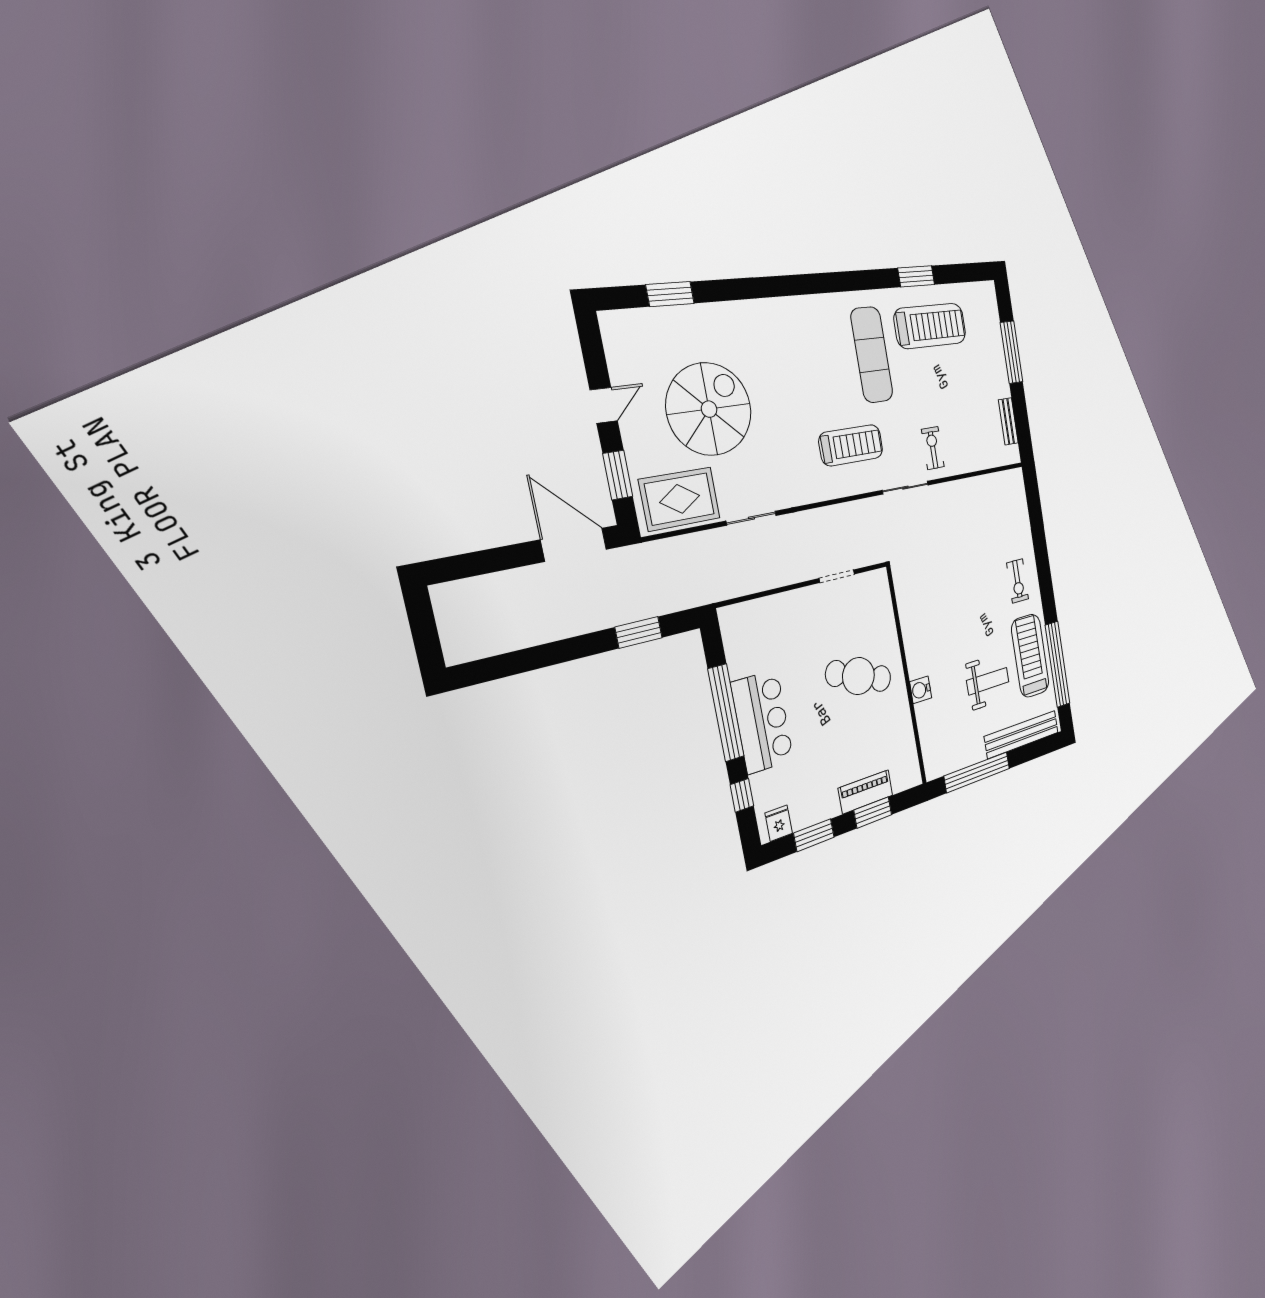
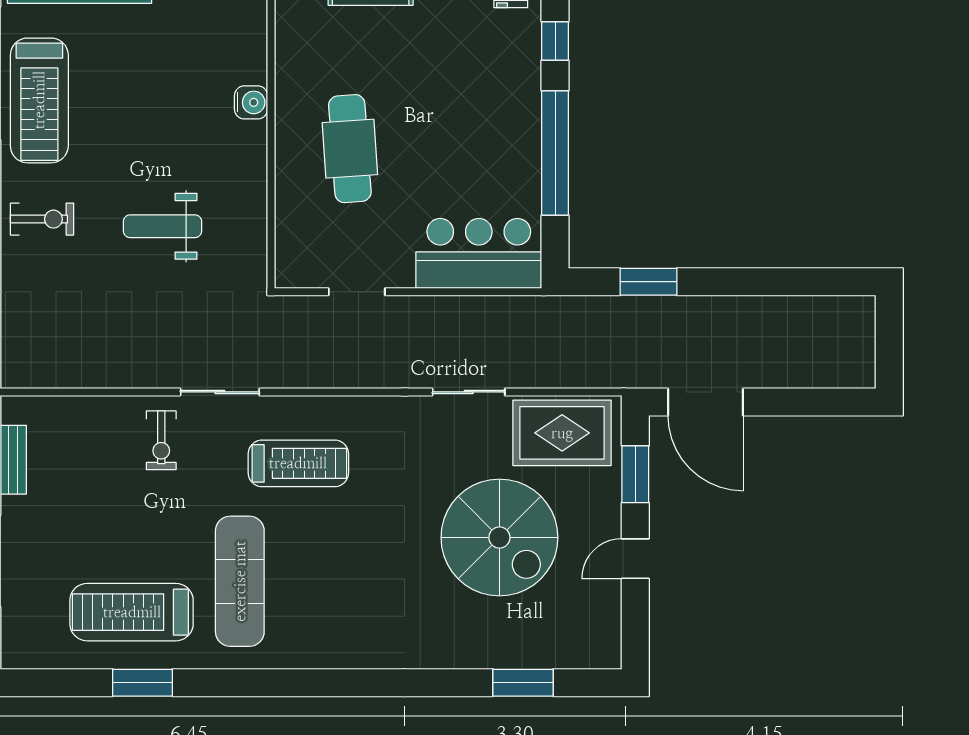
spiral stairs: (709, 409) -> (499, 538), turned -90
treadmill: (851, 445) -> (298, 463), turned 180
exercise bike: (1018, 581) -> (42, 219), turned 90
cafe table: (858, 676) -> (350, 149), turned 66
weight bench: (988, 681) -> (163, 226), moved
bar counter: (762, 722) -> (479, 253), moved, turned 90

